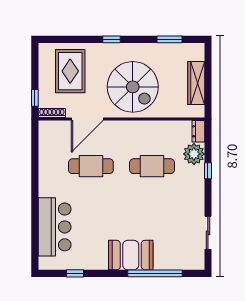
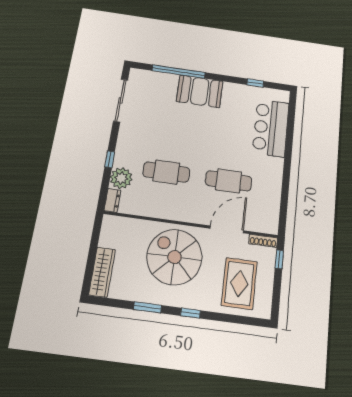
window: (169, 39) -> (148, 307), moved
wardrobe: (196, 83) -> (102, 272), moved
sliding door: (208, 233) -> (121, 100), width x1.37

